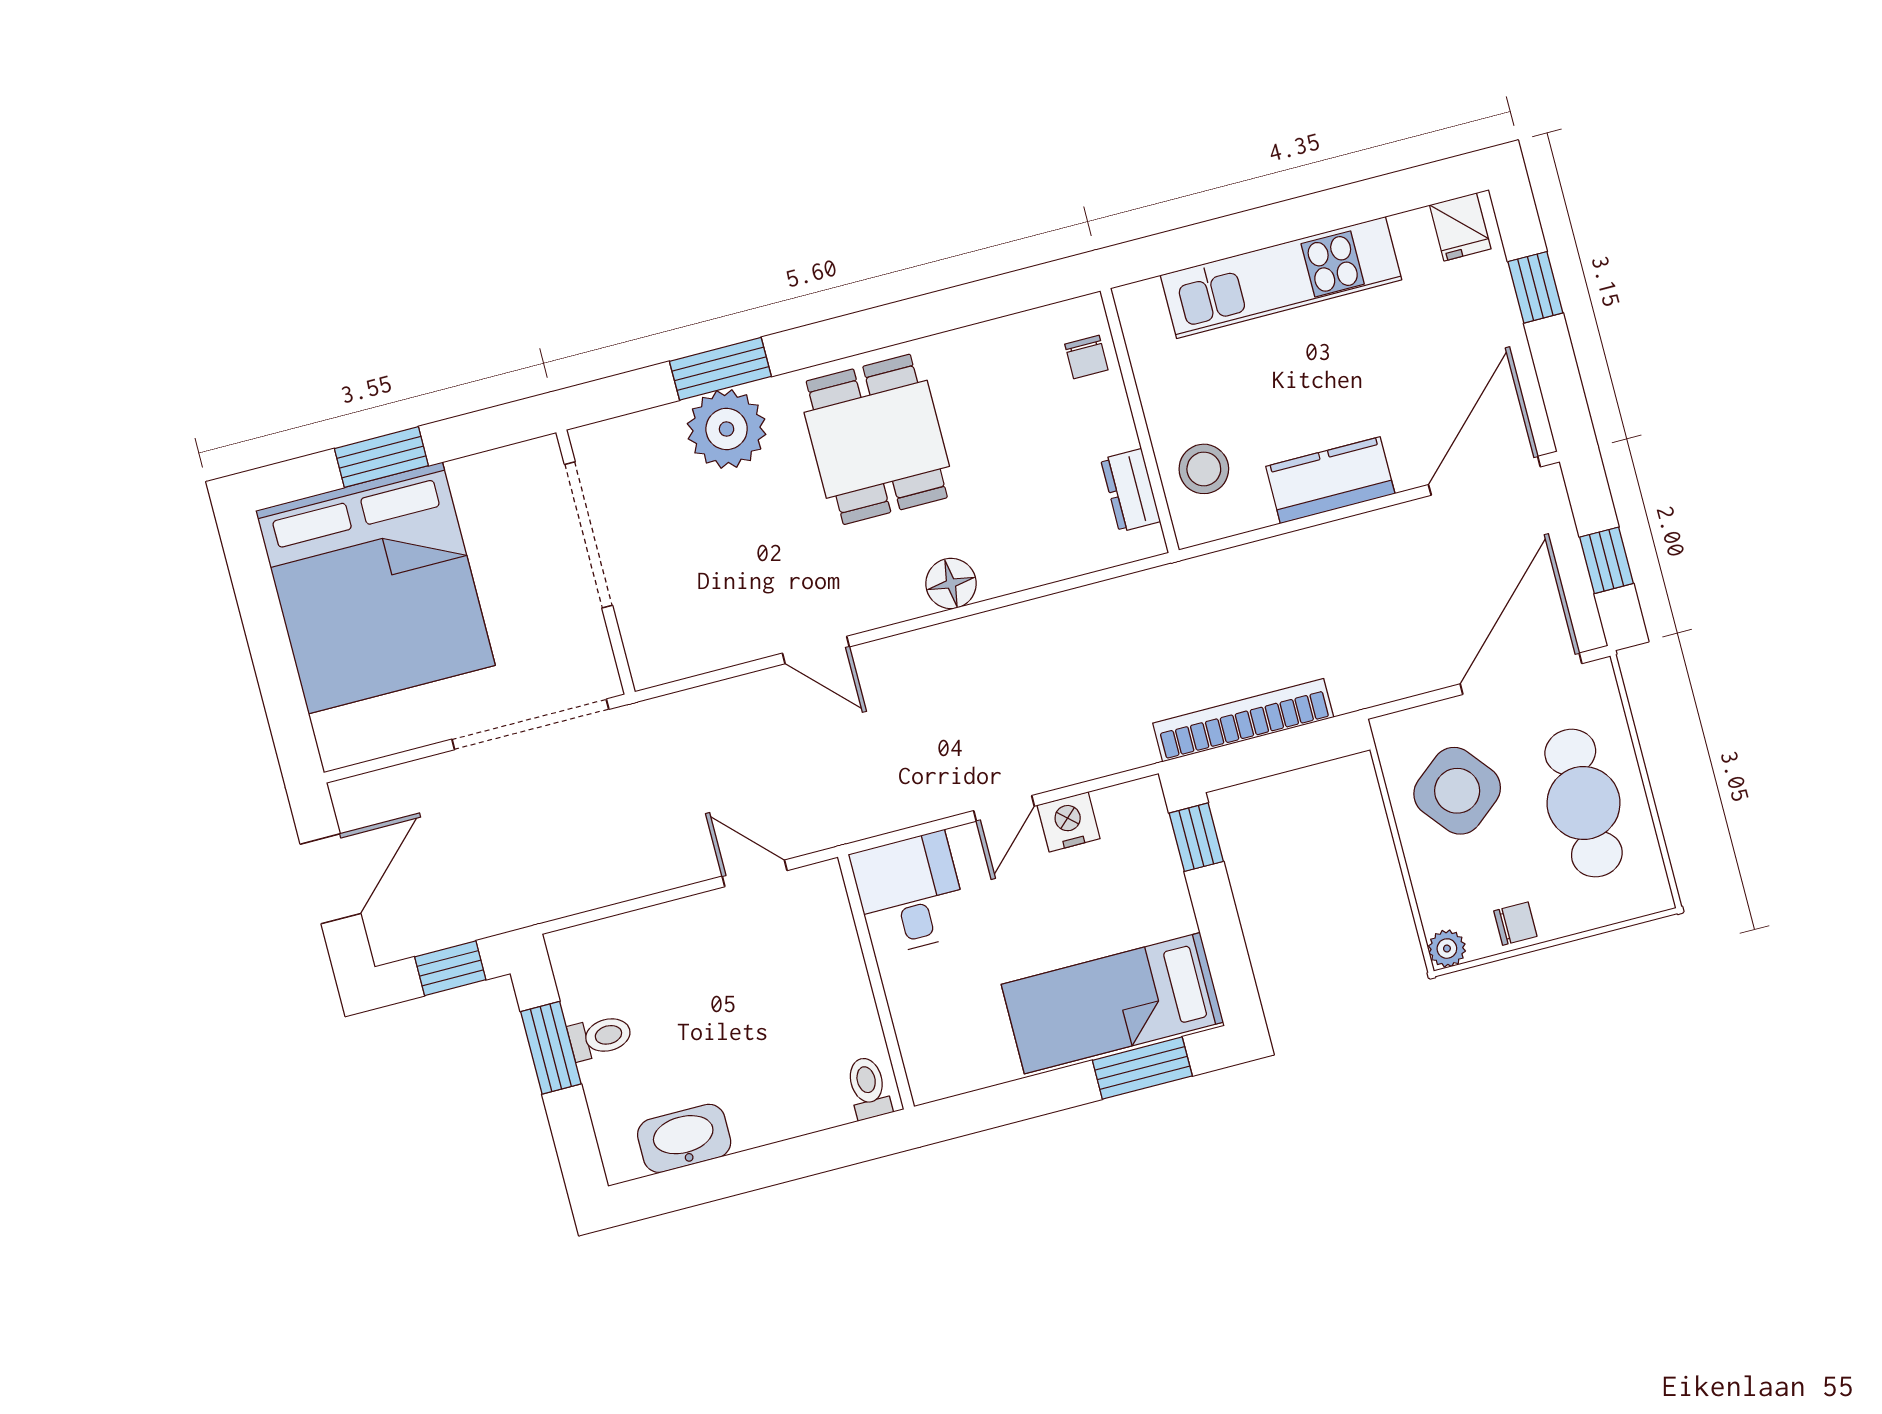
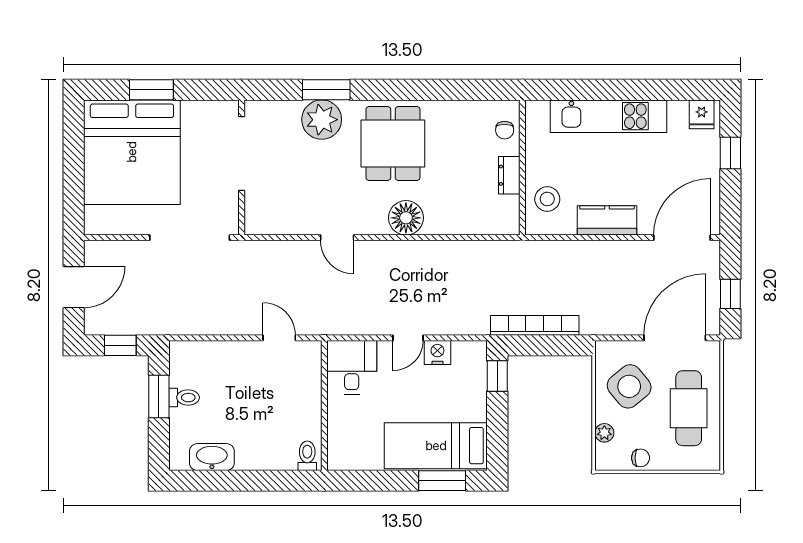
dresser: (1131, 490) -> (509, 175), moved
floor lamp: (951, 584) -> (406, 218), width x1.38, depth x1.38
plant: (1447, 949) -> (604, 433), moved

